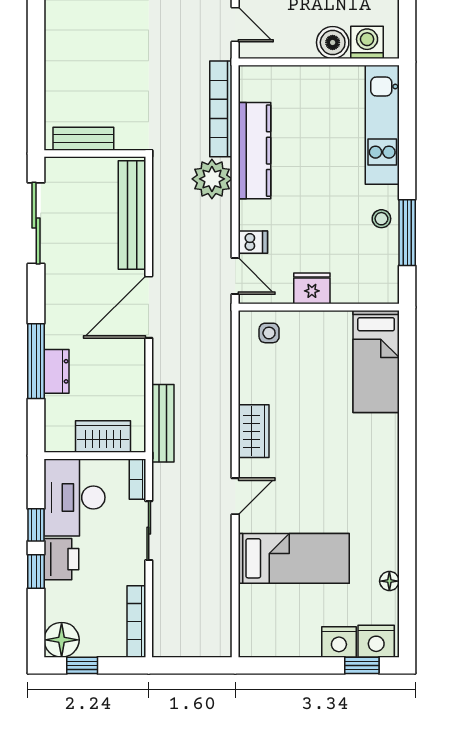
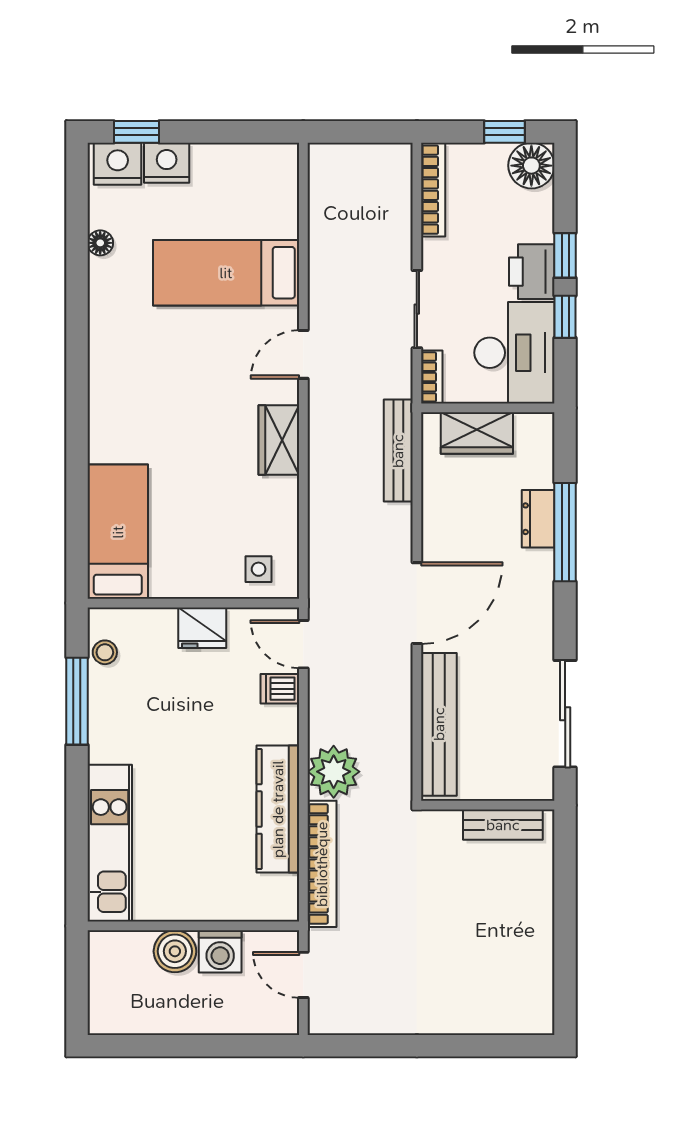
washing machine: (367, 42) -> (220, 951), moved
stool: (381, 219) -> (105, 652), moved

